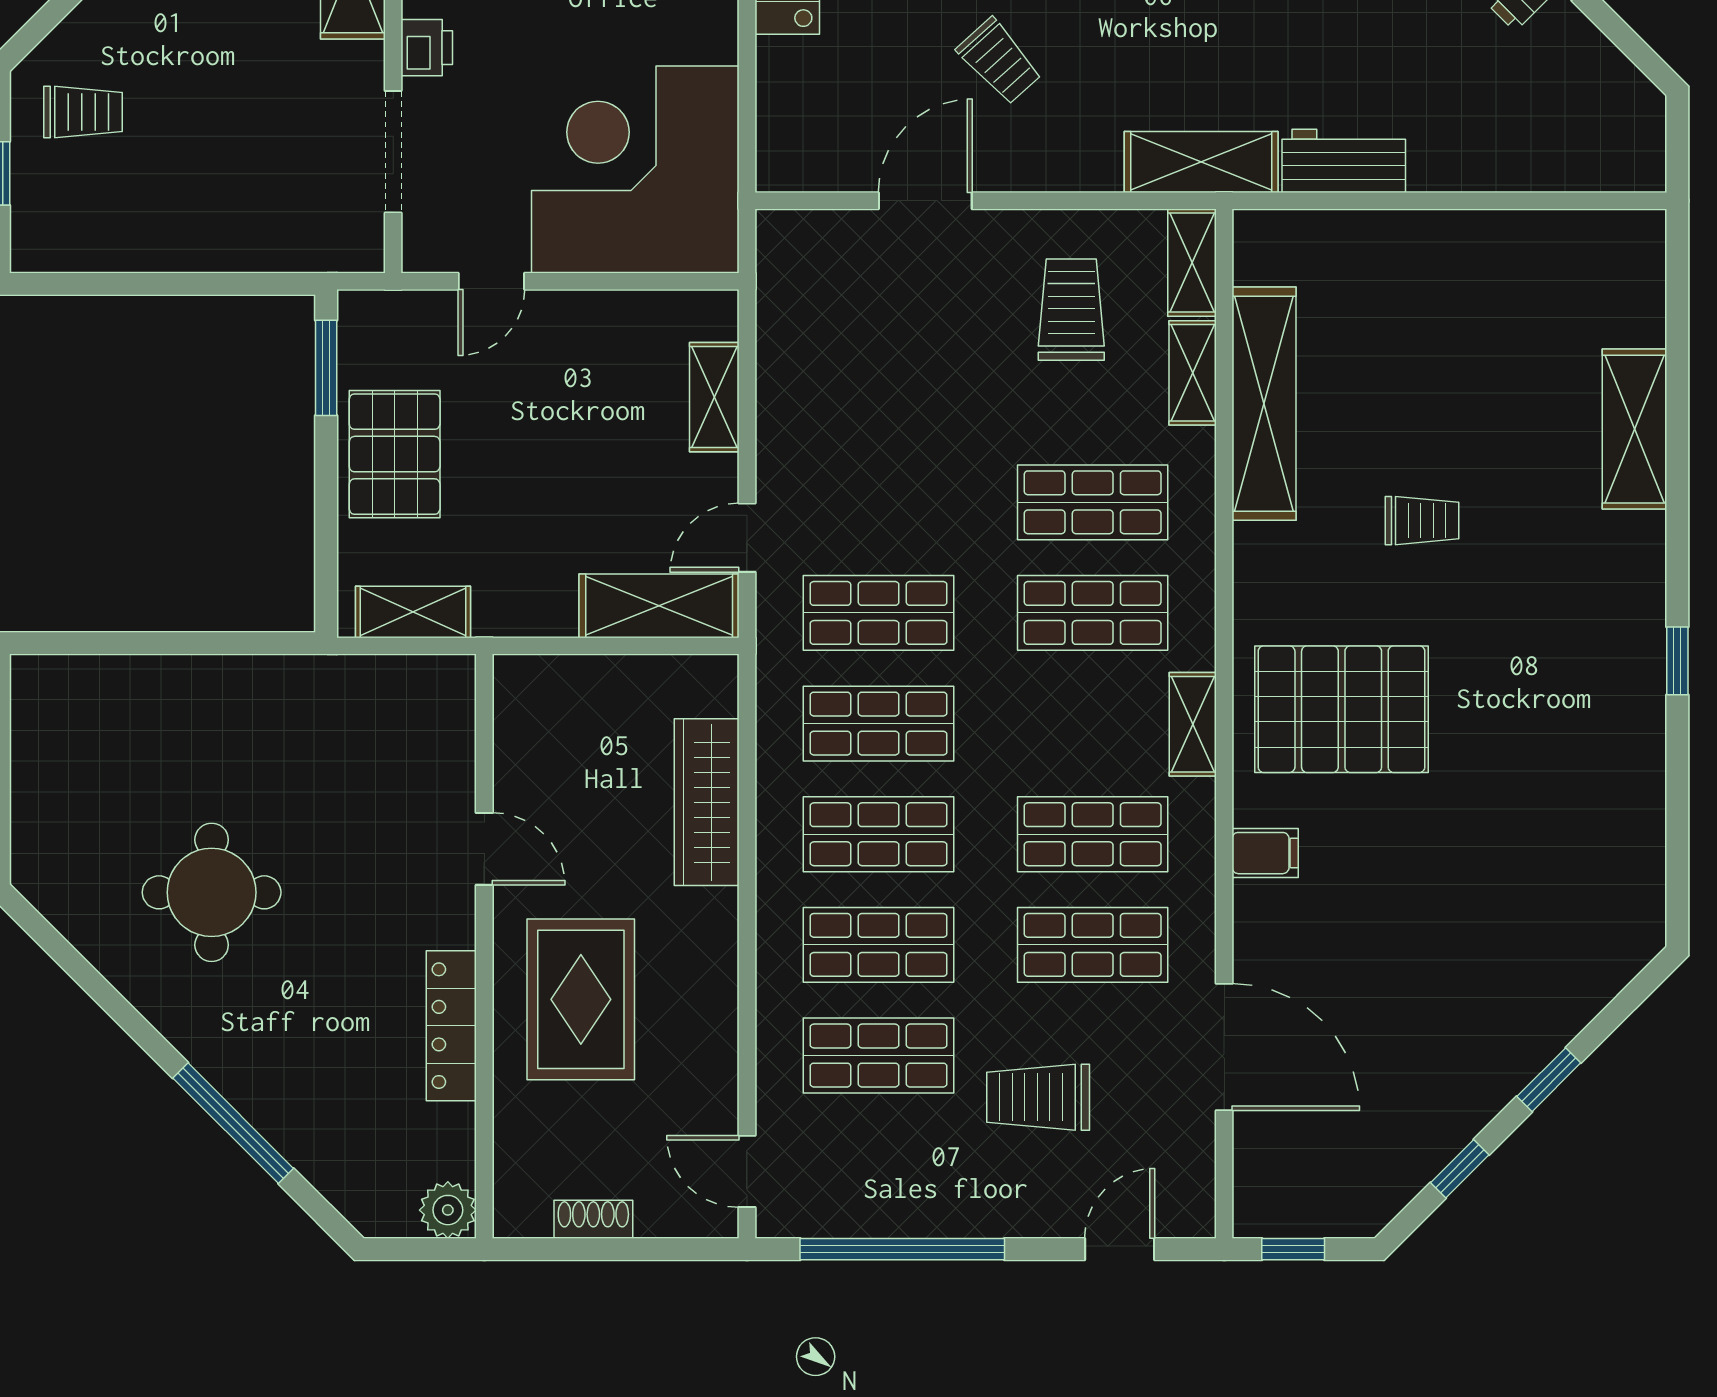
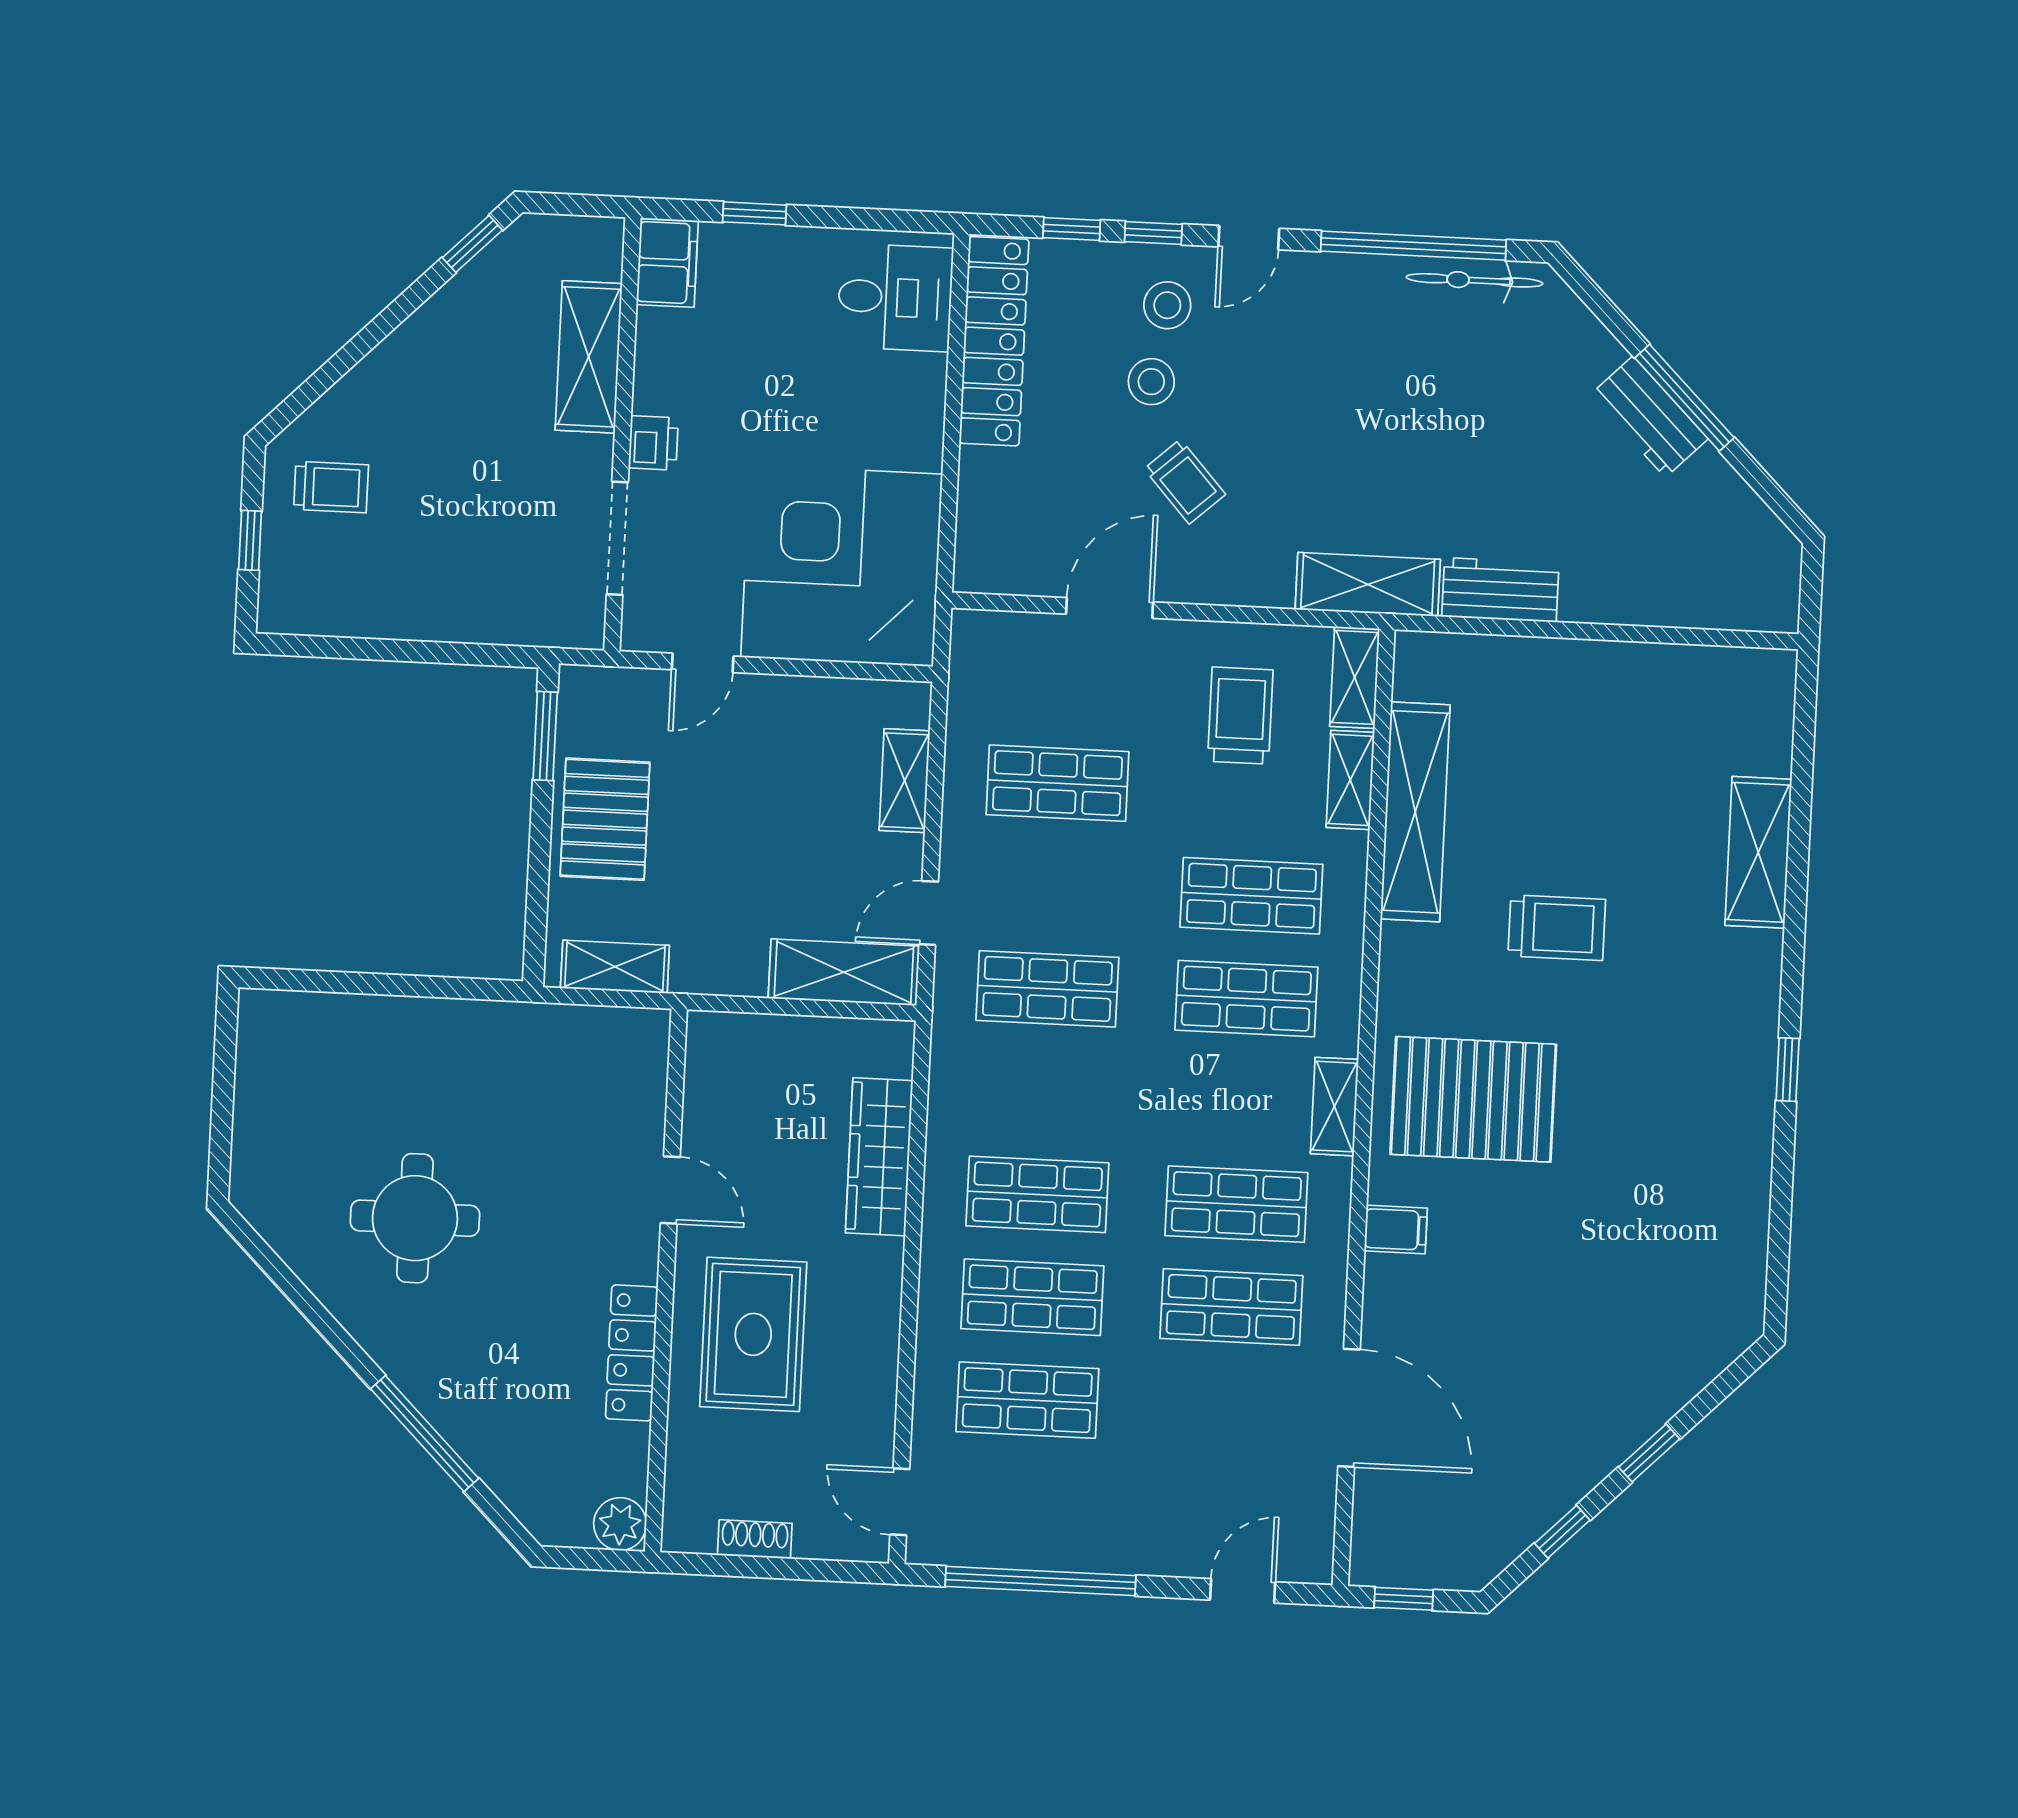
trolley: (1422, 521) -> (1557, 928), width x1.36, depth x1.39
shop shelf: (879, 724) -> (1057, 783), moved
trolley: (1038, 1097) -> (1174, 1446), removed

